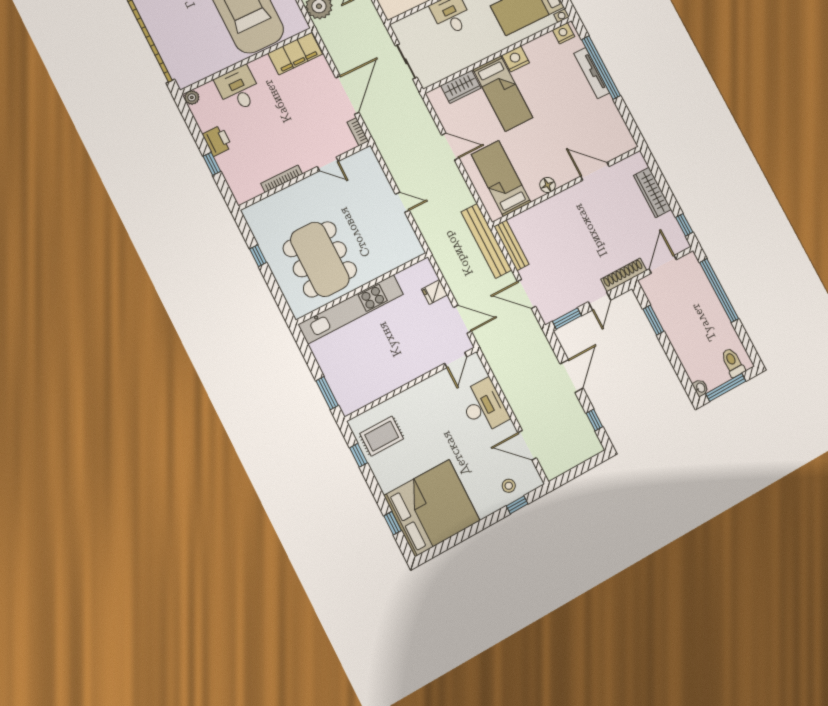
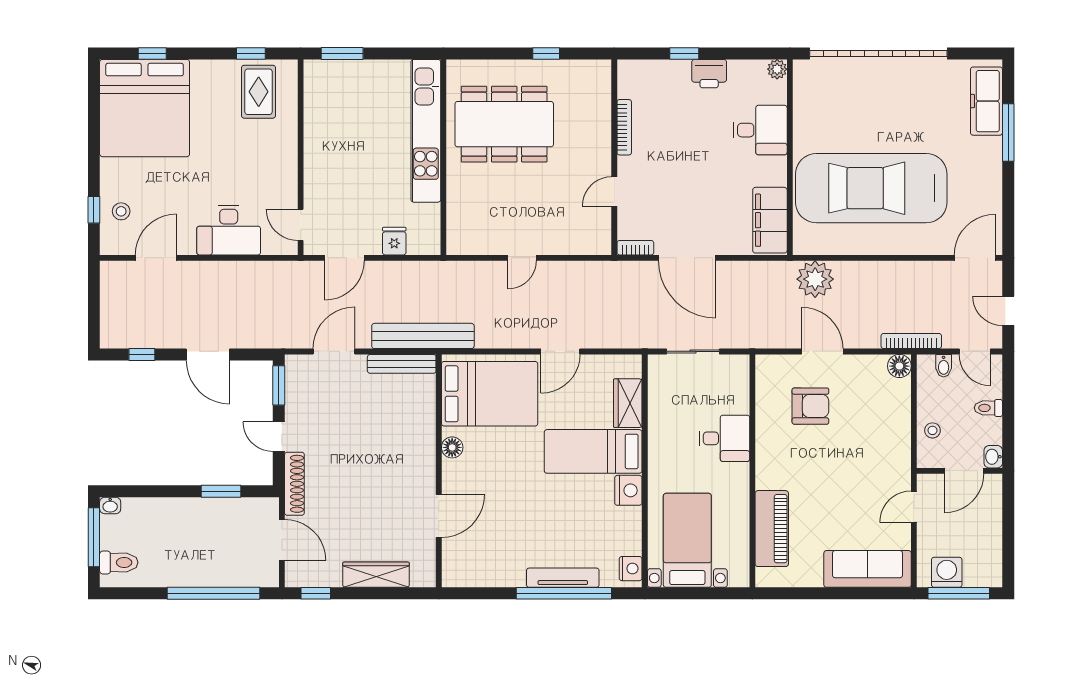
bed: (501, 178) -> (490, 394), width x1.50

